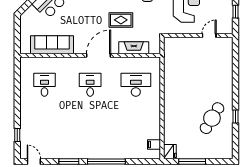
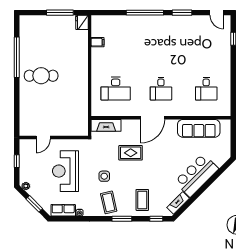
fireplace: (134, 48) -> (106, 125), moved
window: (236, 116) -> (17, 57), width x3.17
cafe table: (212, 118) -> (41, 76), moved, turned 59
filing cabinet: (154, 145) -> (98, 42), moved

